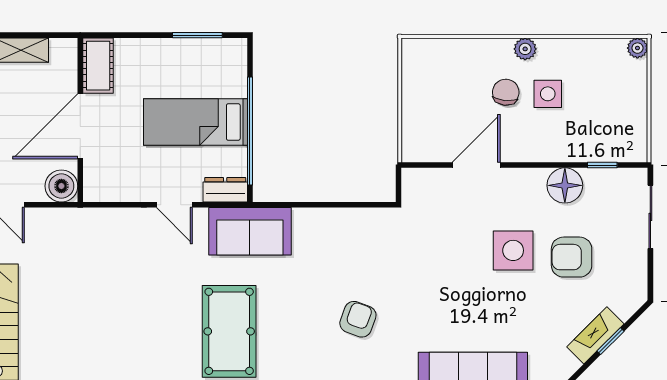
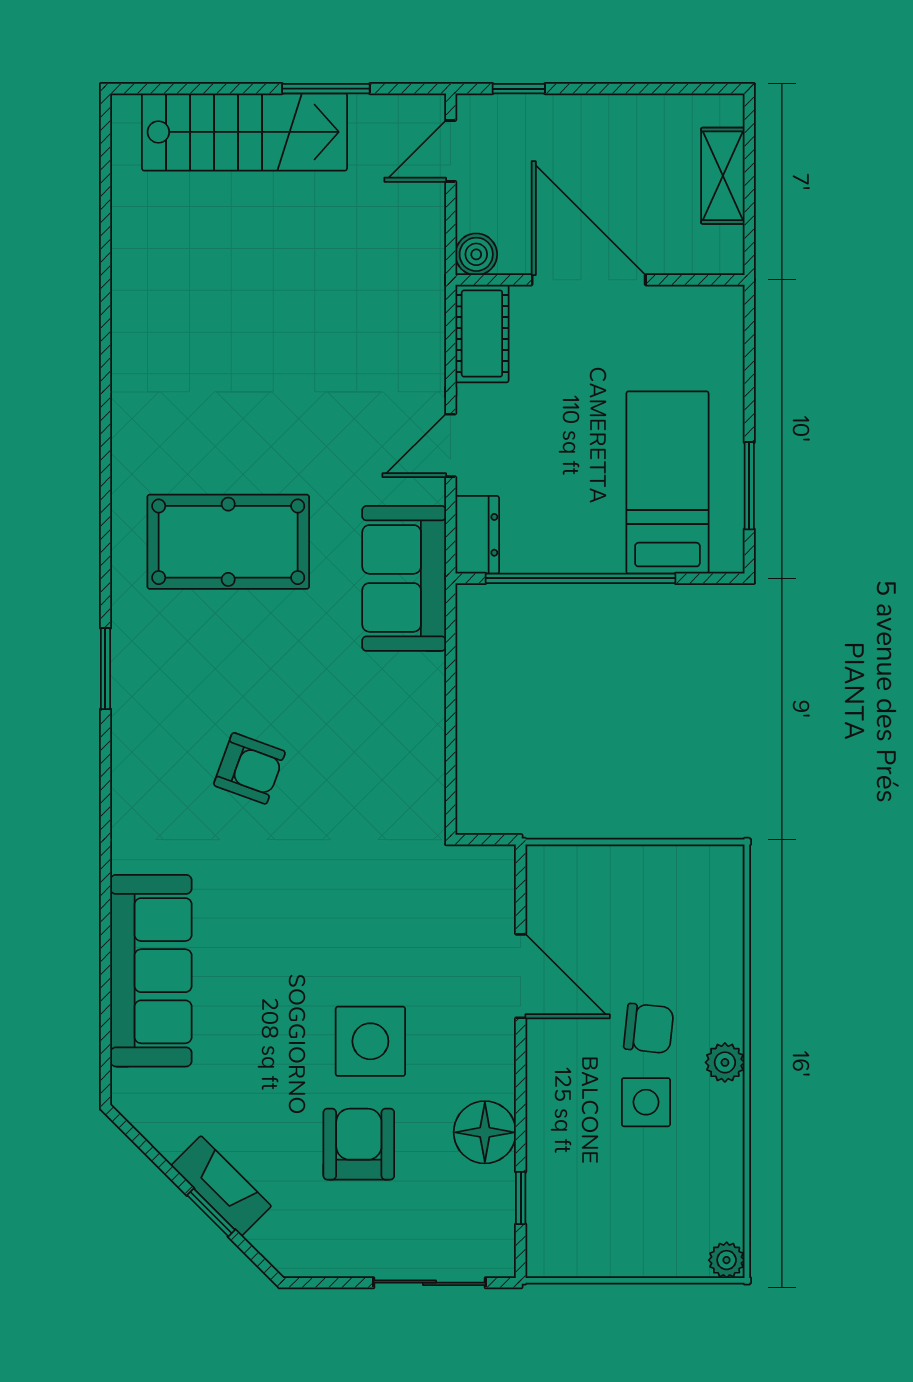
cot: (98, 66) -> (482, 334), moved, turned 90
bed: (195, 122) -> (667, 482), moved
boiler: (61, 186) -> (476, 254), width x0.73, depth x0.73

